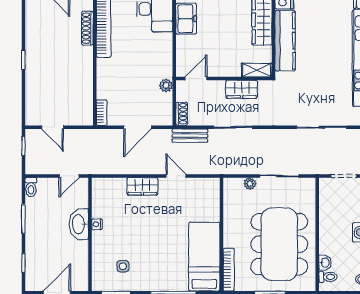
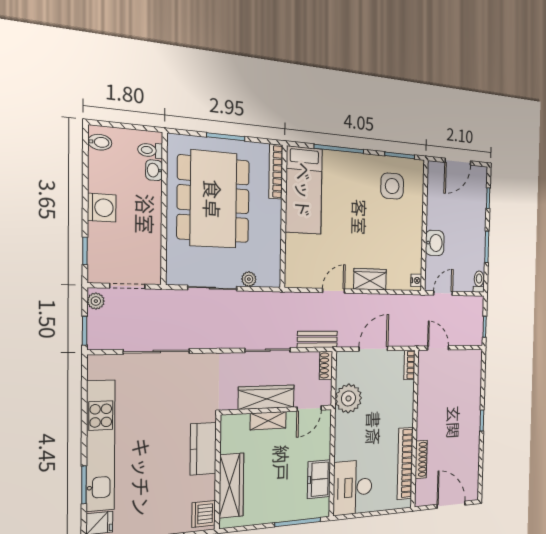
kitchen counter: (285, 41) -> (203, 449), width x0.67
shelving: (257, 70) -> (268, 421), moved
plant: (166, 85) -> (348, 398), width x1.88, depth x1.88
wardrobe: (242, 89) -> (266, 397), width x1.50
door: (52, 127) -> (438, 348), moved
door: (176, 176) -> (334, 291), swing flipped
washbasin: (79, 224) -> (435, 243), width x0.72
nightstand: (97, 224) -> (416, 280), moved
side table: (123, 266) -> (392, 186), width x1.87, depth x1.87

